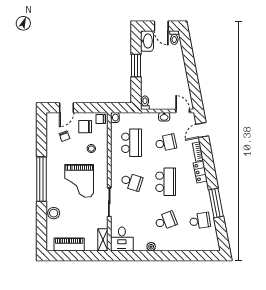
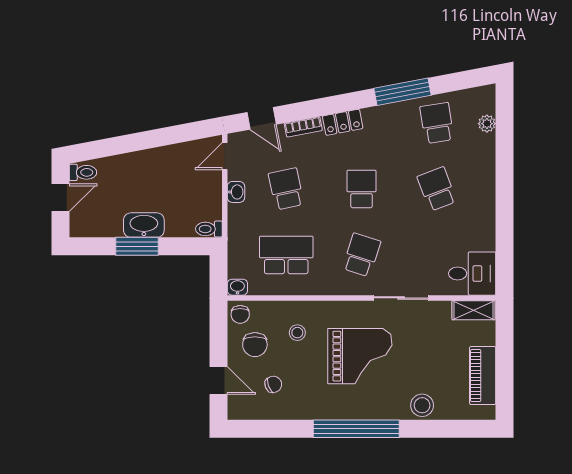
washbasin: (147, 41) -> (144, 225), moved
school desk: (166, 182) -> (362, 189), width x0.54
plant: (151, 247) -> (487, 124), moved

